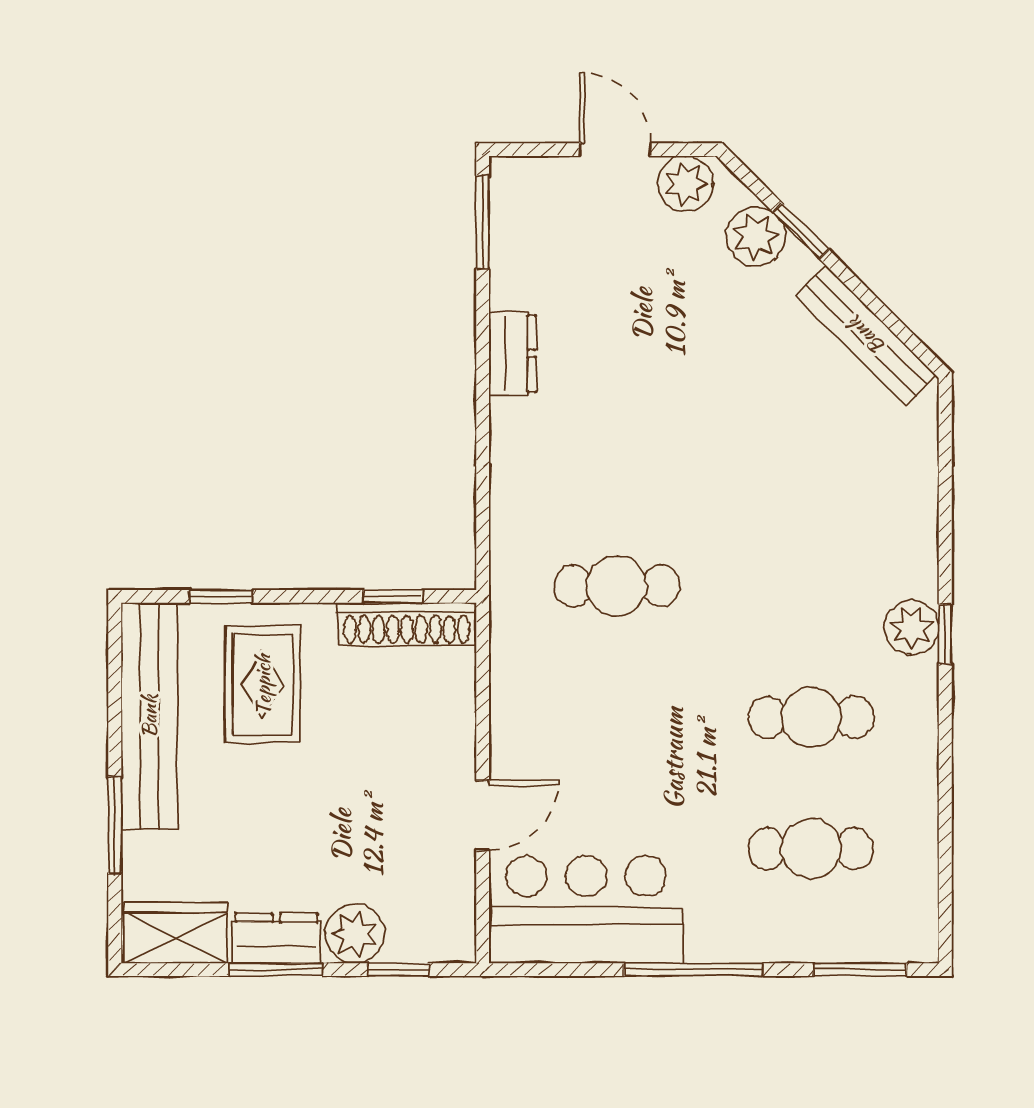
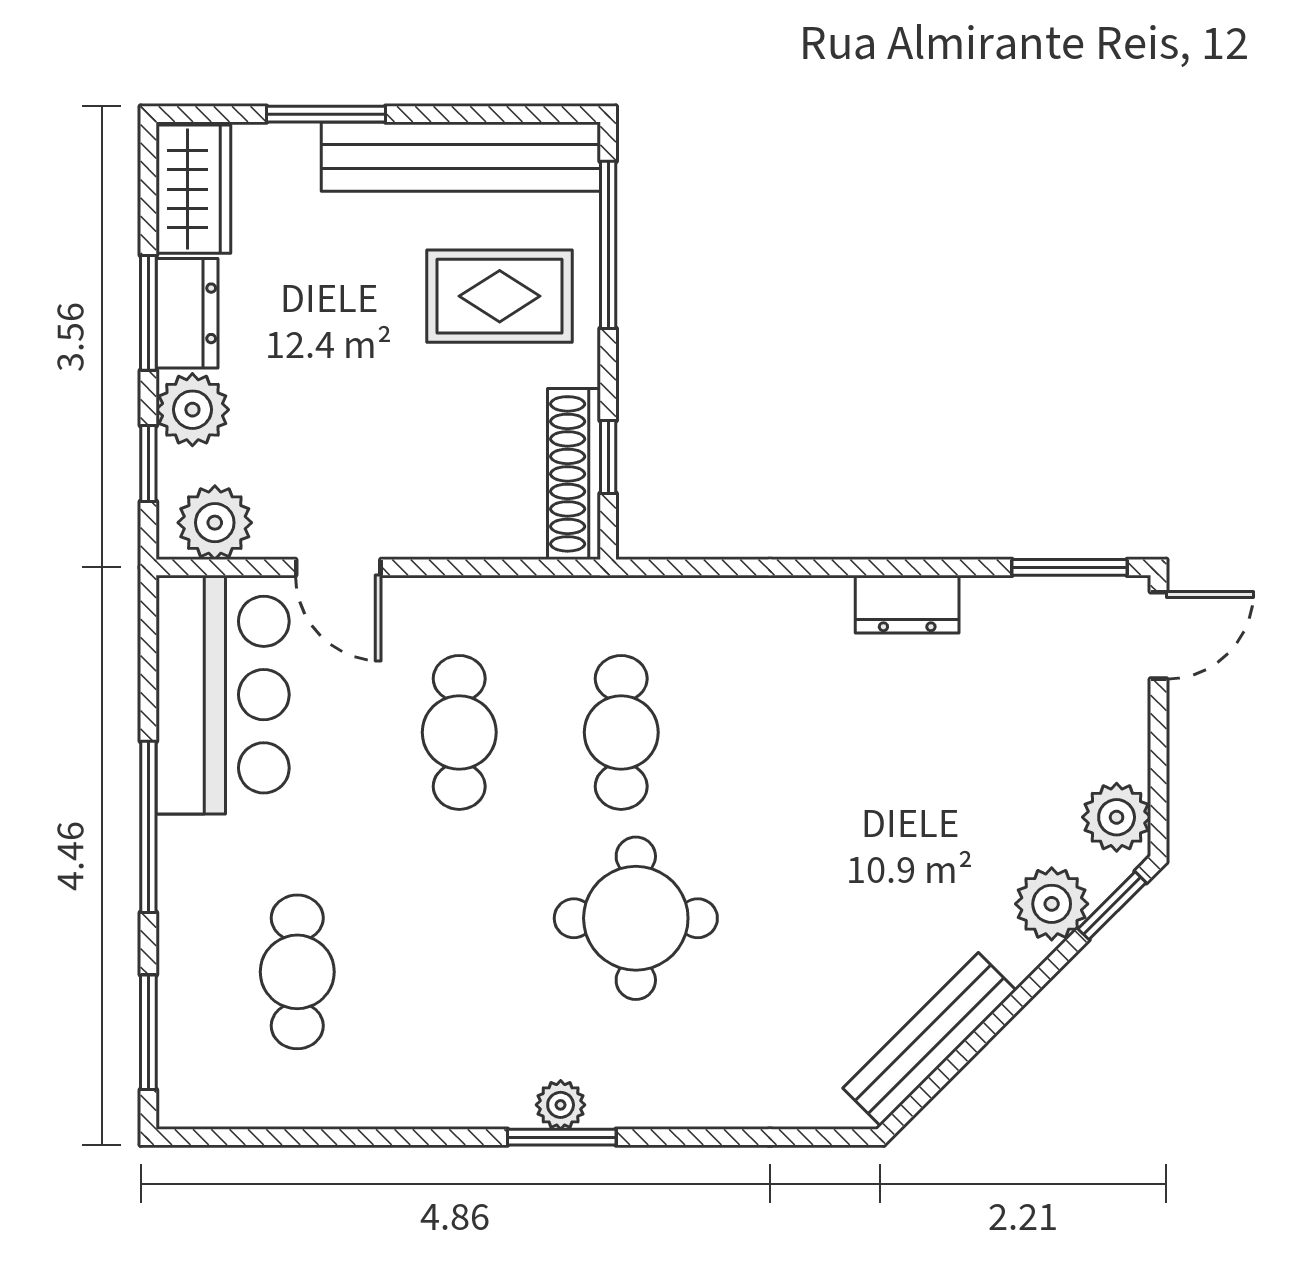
door: (615, 150) -> (1158, 635), moved
window: (801, 231) -> (1112, 906), moved
round table: (768, 574) -> (636, 918), added
window: (221, 596) -> (608, 245), width x2.17
plant: (912, 628) -> (561, 1105), width x0.73, depth x0.73
window: (945, 634) -> (562, 1137), width x1.50
cafe table: (811, 717) -> (459, 732), moved
plant: (446, 916) -> (215, 523), added

